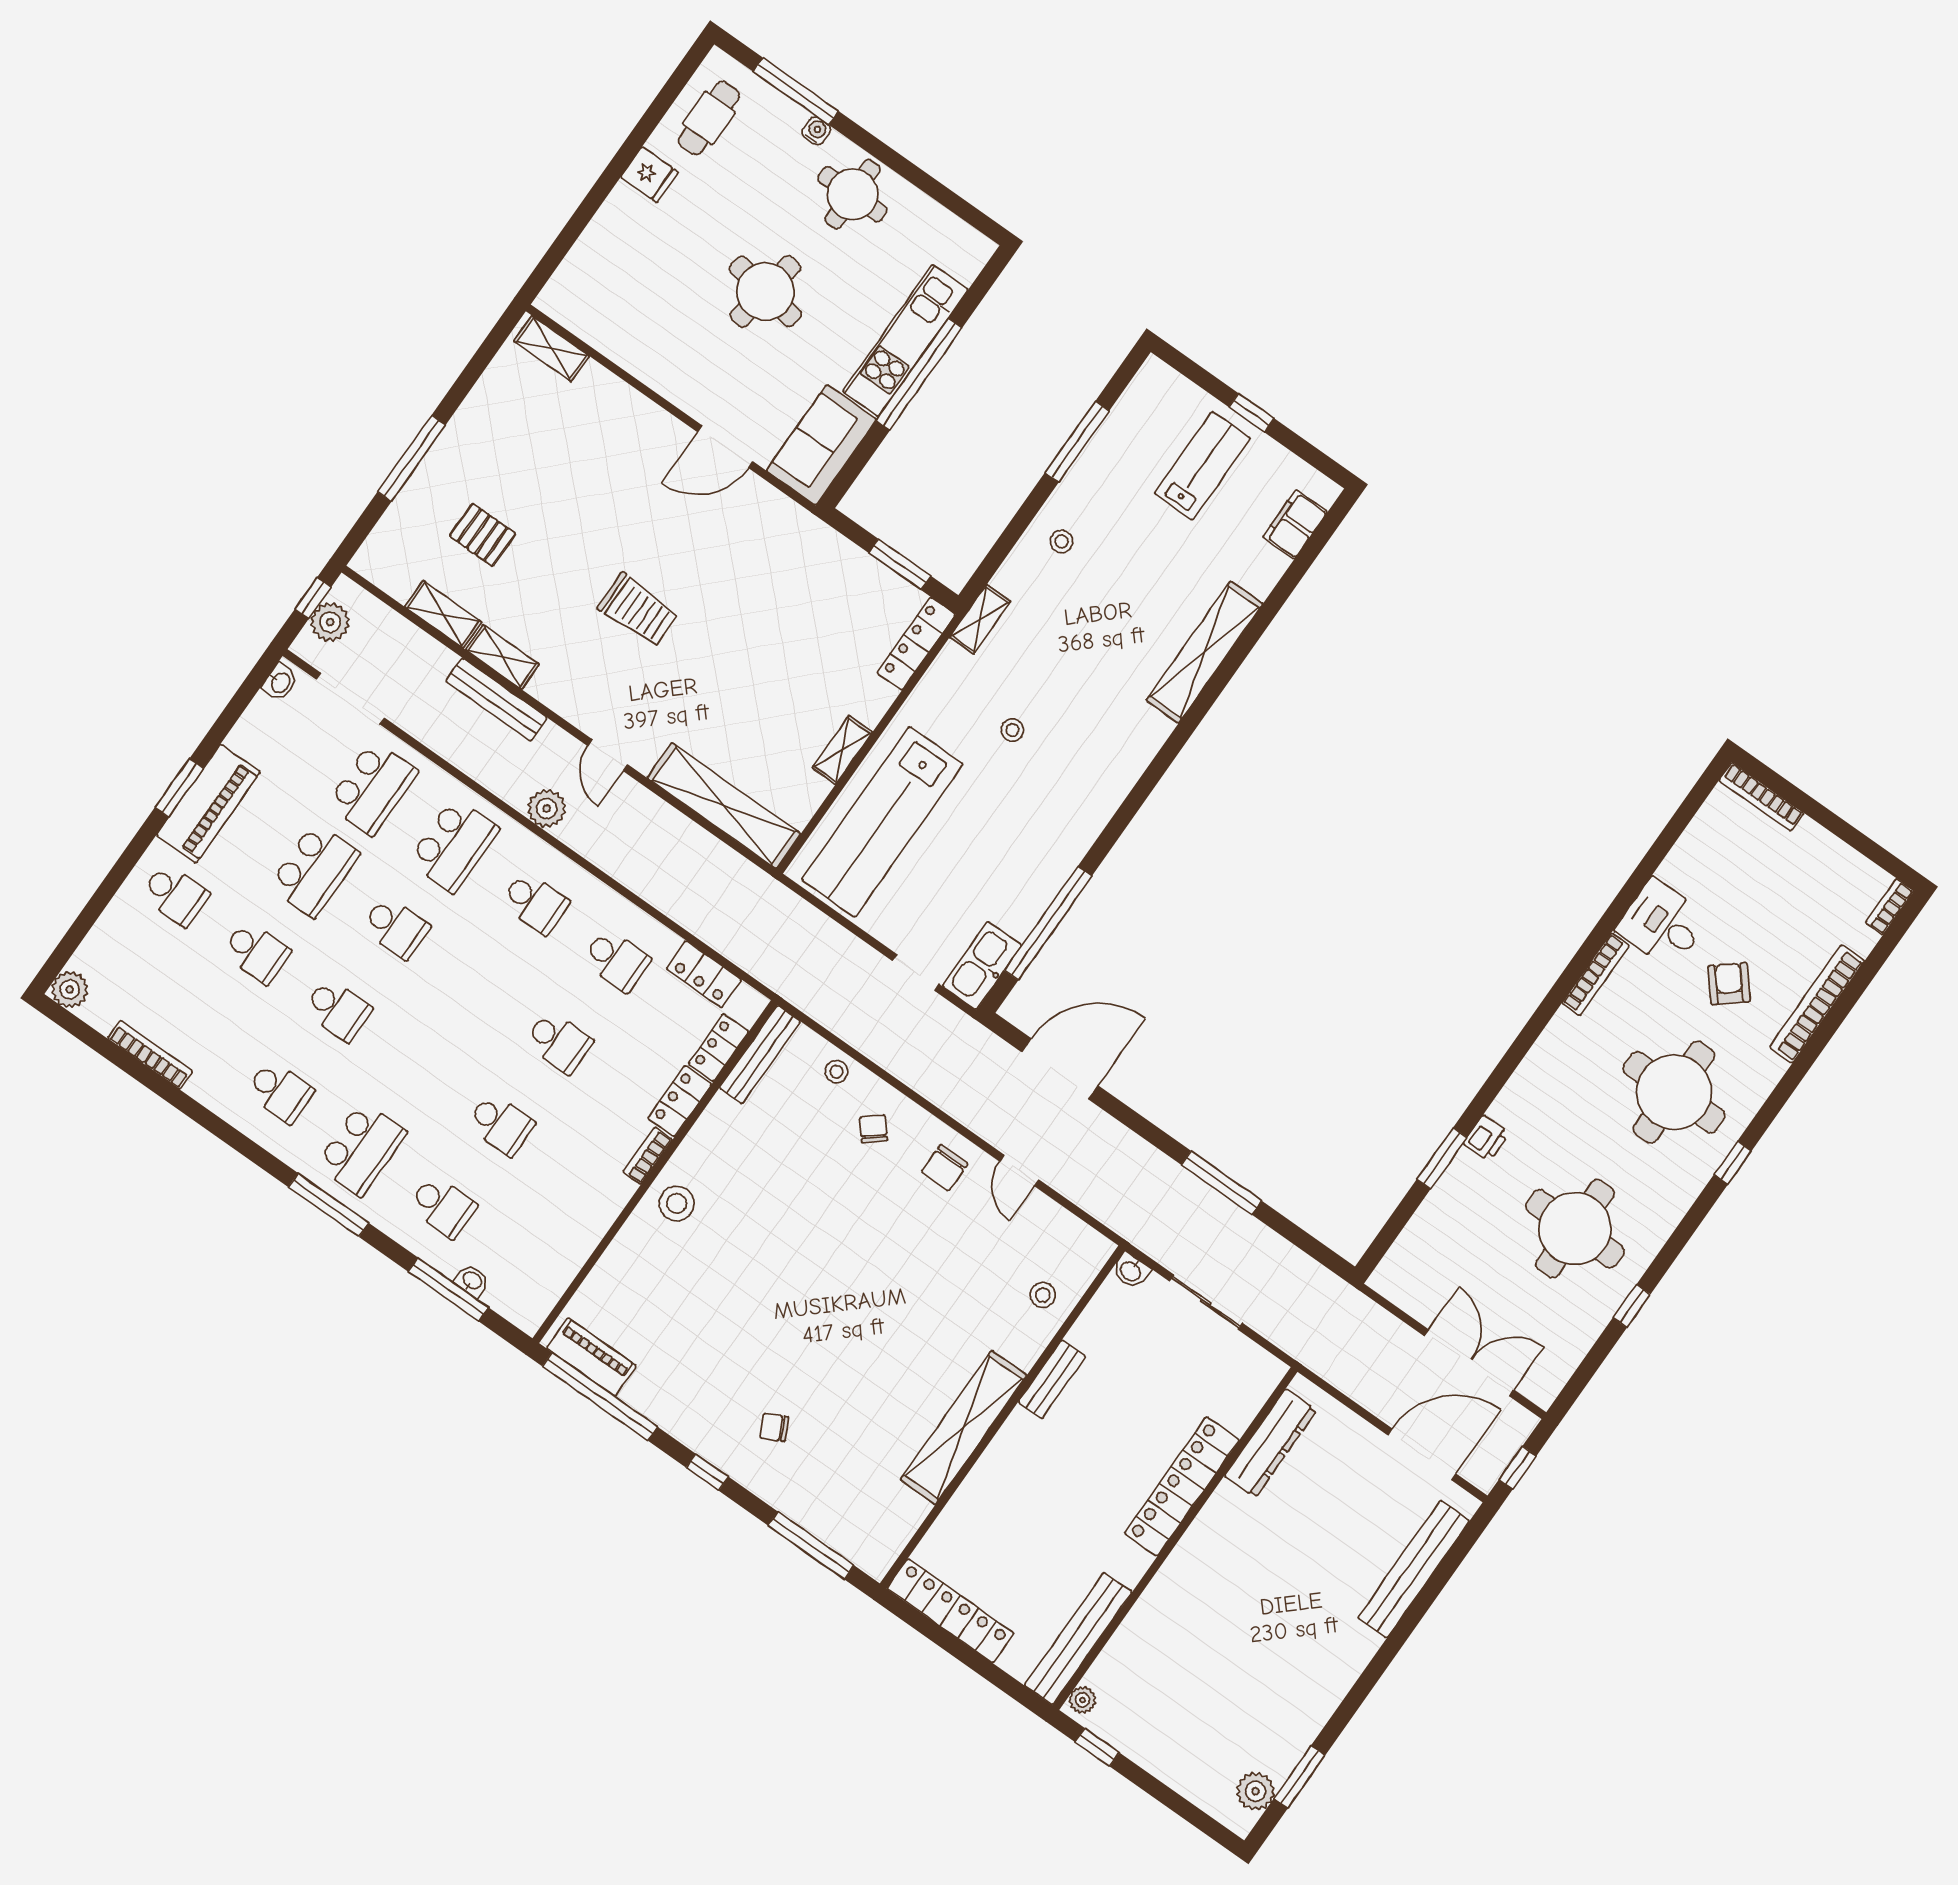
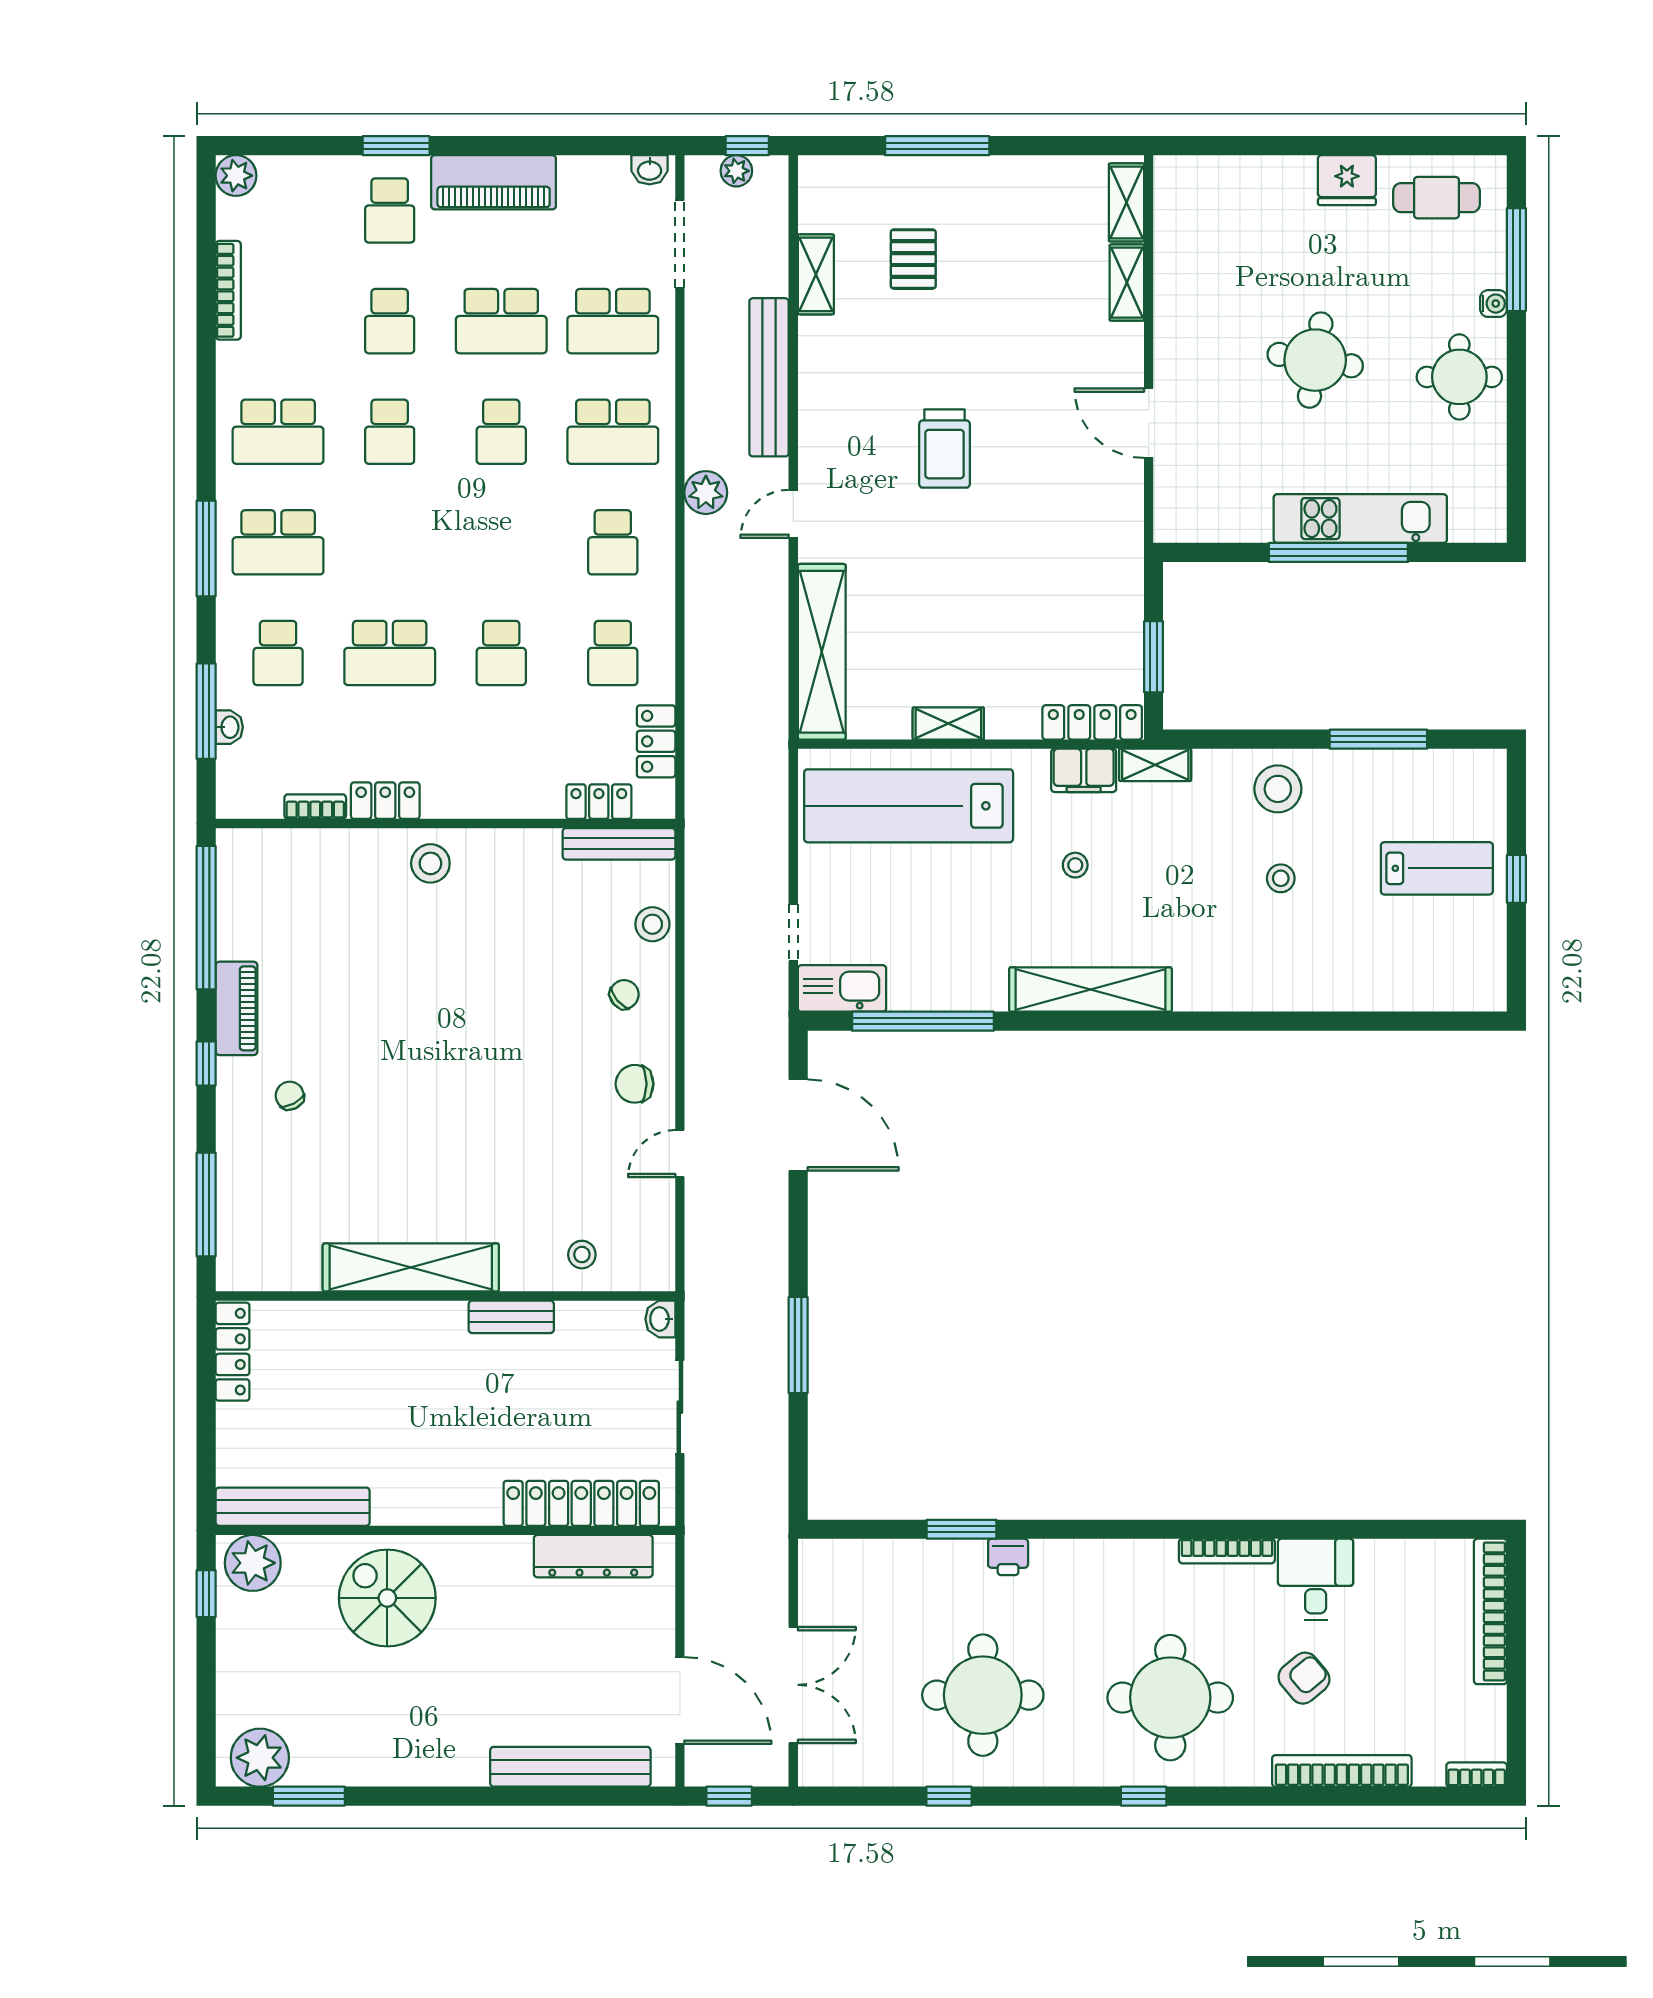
fridge: (649, 175) -> (1347, 180), width x1.38
sofa: (821, 445) -> (1212, 509), removed
filing cabinet: (1295, 524) -> (1084, 770), moved, turned 180
stool: (1061, 541) -> (1278, 789), width x1.89, depth x1.89
stool: (1129, 586) -> (1281, 878), added
plant: (330, 622) -> (736, 171), width x0.73, depth x0.73
shelving: (1204, 652) -> (1090, 990), moved
shelving: (502, 657) -> (1127, 283), moved
bench: (497, 700) -> (769, 377), width x1.37, depth x1.21
window: (179, 788) -> (396, 146), moved
bookcase: (1761, 797) -> (1490, 1611), width x1.48, depth x1.31
stool: (836, 1072) -> (652, 924), width x1.37, depth x1.37
school desk: (280, 1092) -> (278, 432), width x1.85
locker: (680, 1101) -> (385, 801), moved
school desk: (501, 1124) -> (390, 653), width x1.85
bookcase: (648, 1156) -> (315, 807), moved
piano: (591, 1357) -> (236, 1008), moved
locker: (1182, 1487) -> (581, 1503), moved
locker: (950, 1611) -> (233, 1352), width x0.71, depth x0.83
spiral stairs: (1194, 1616) -> (387, 1598), added
plant: (1082, 1700) -> (253, 1563), width x1.88, depth x1.88
plant: (1256, 1791) -> (260, 1758), width x1.36, depth x1.36

